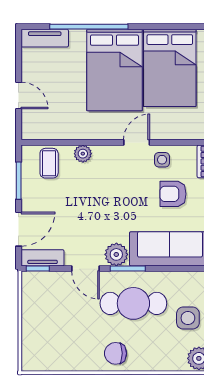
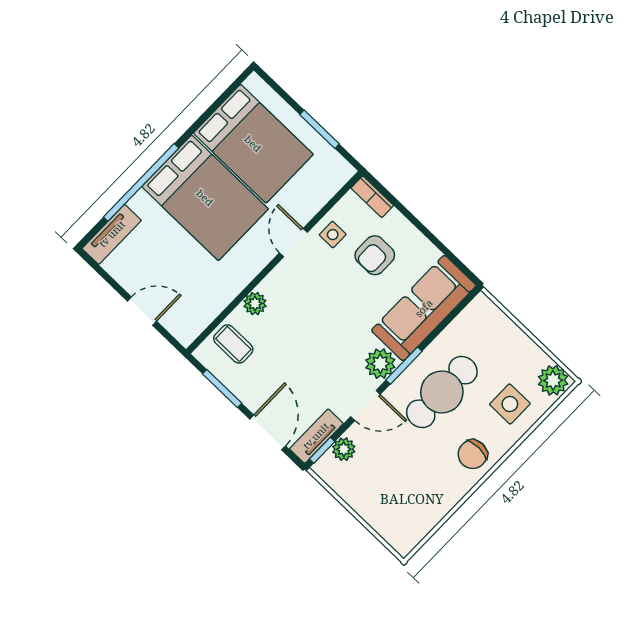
plant: (50, 280) -> (344, 449), added
side table: (188, 318) -> (510, 404), moved

